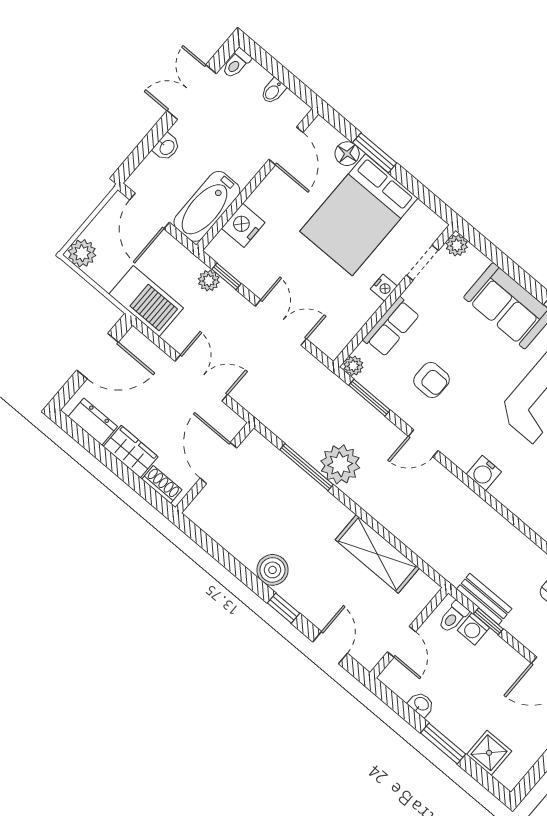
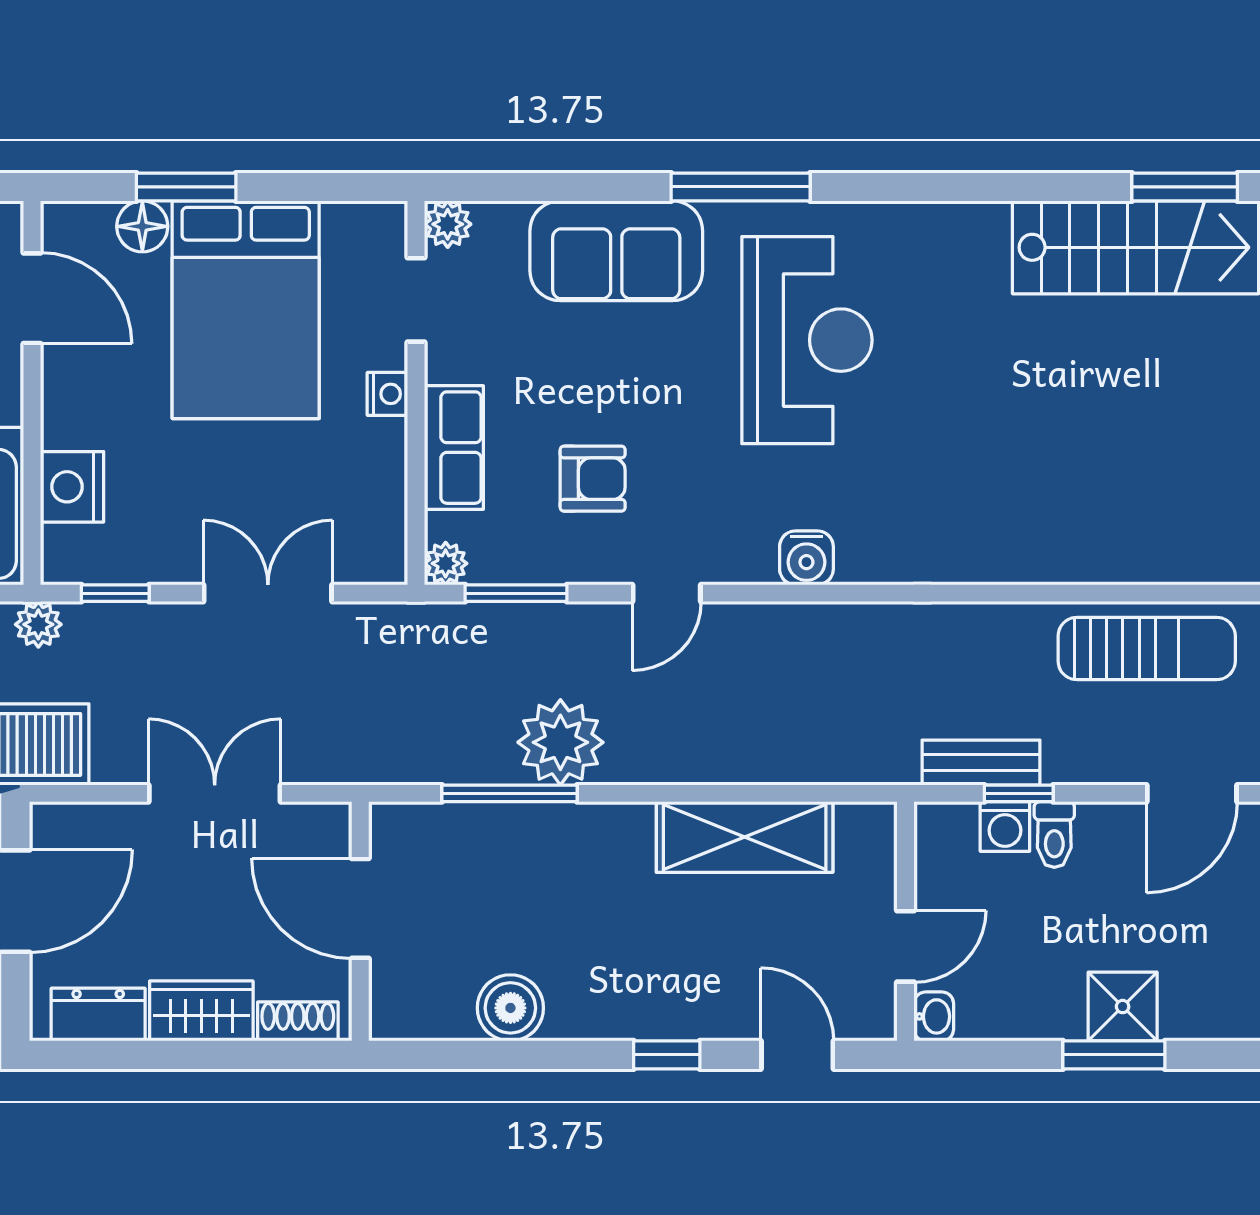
plant: (209, 281) -> (38, 624), moved
boiler: (272, 570) -> (510, 1008), moved
toilet: (453, 617) -> (1054, 835), moved
door: (402, 642) -> (906, 946), hinge flipped
washbasin: (421, 704) -> (934, 1016), moved, turned 90
shower: (489, 753) -> (1123, 1007), moved

